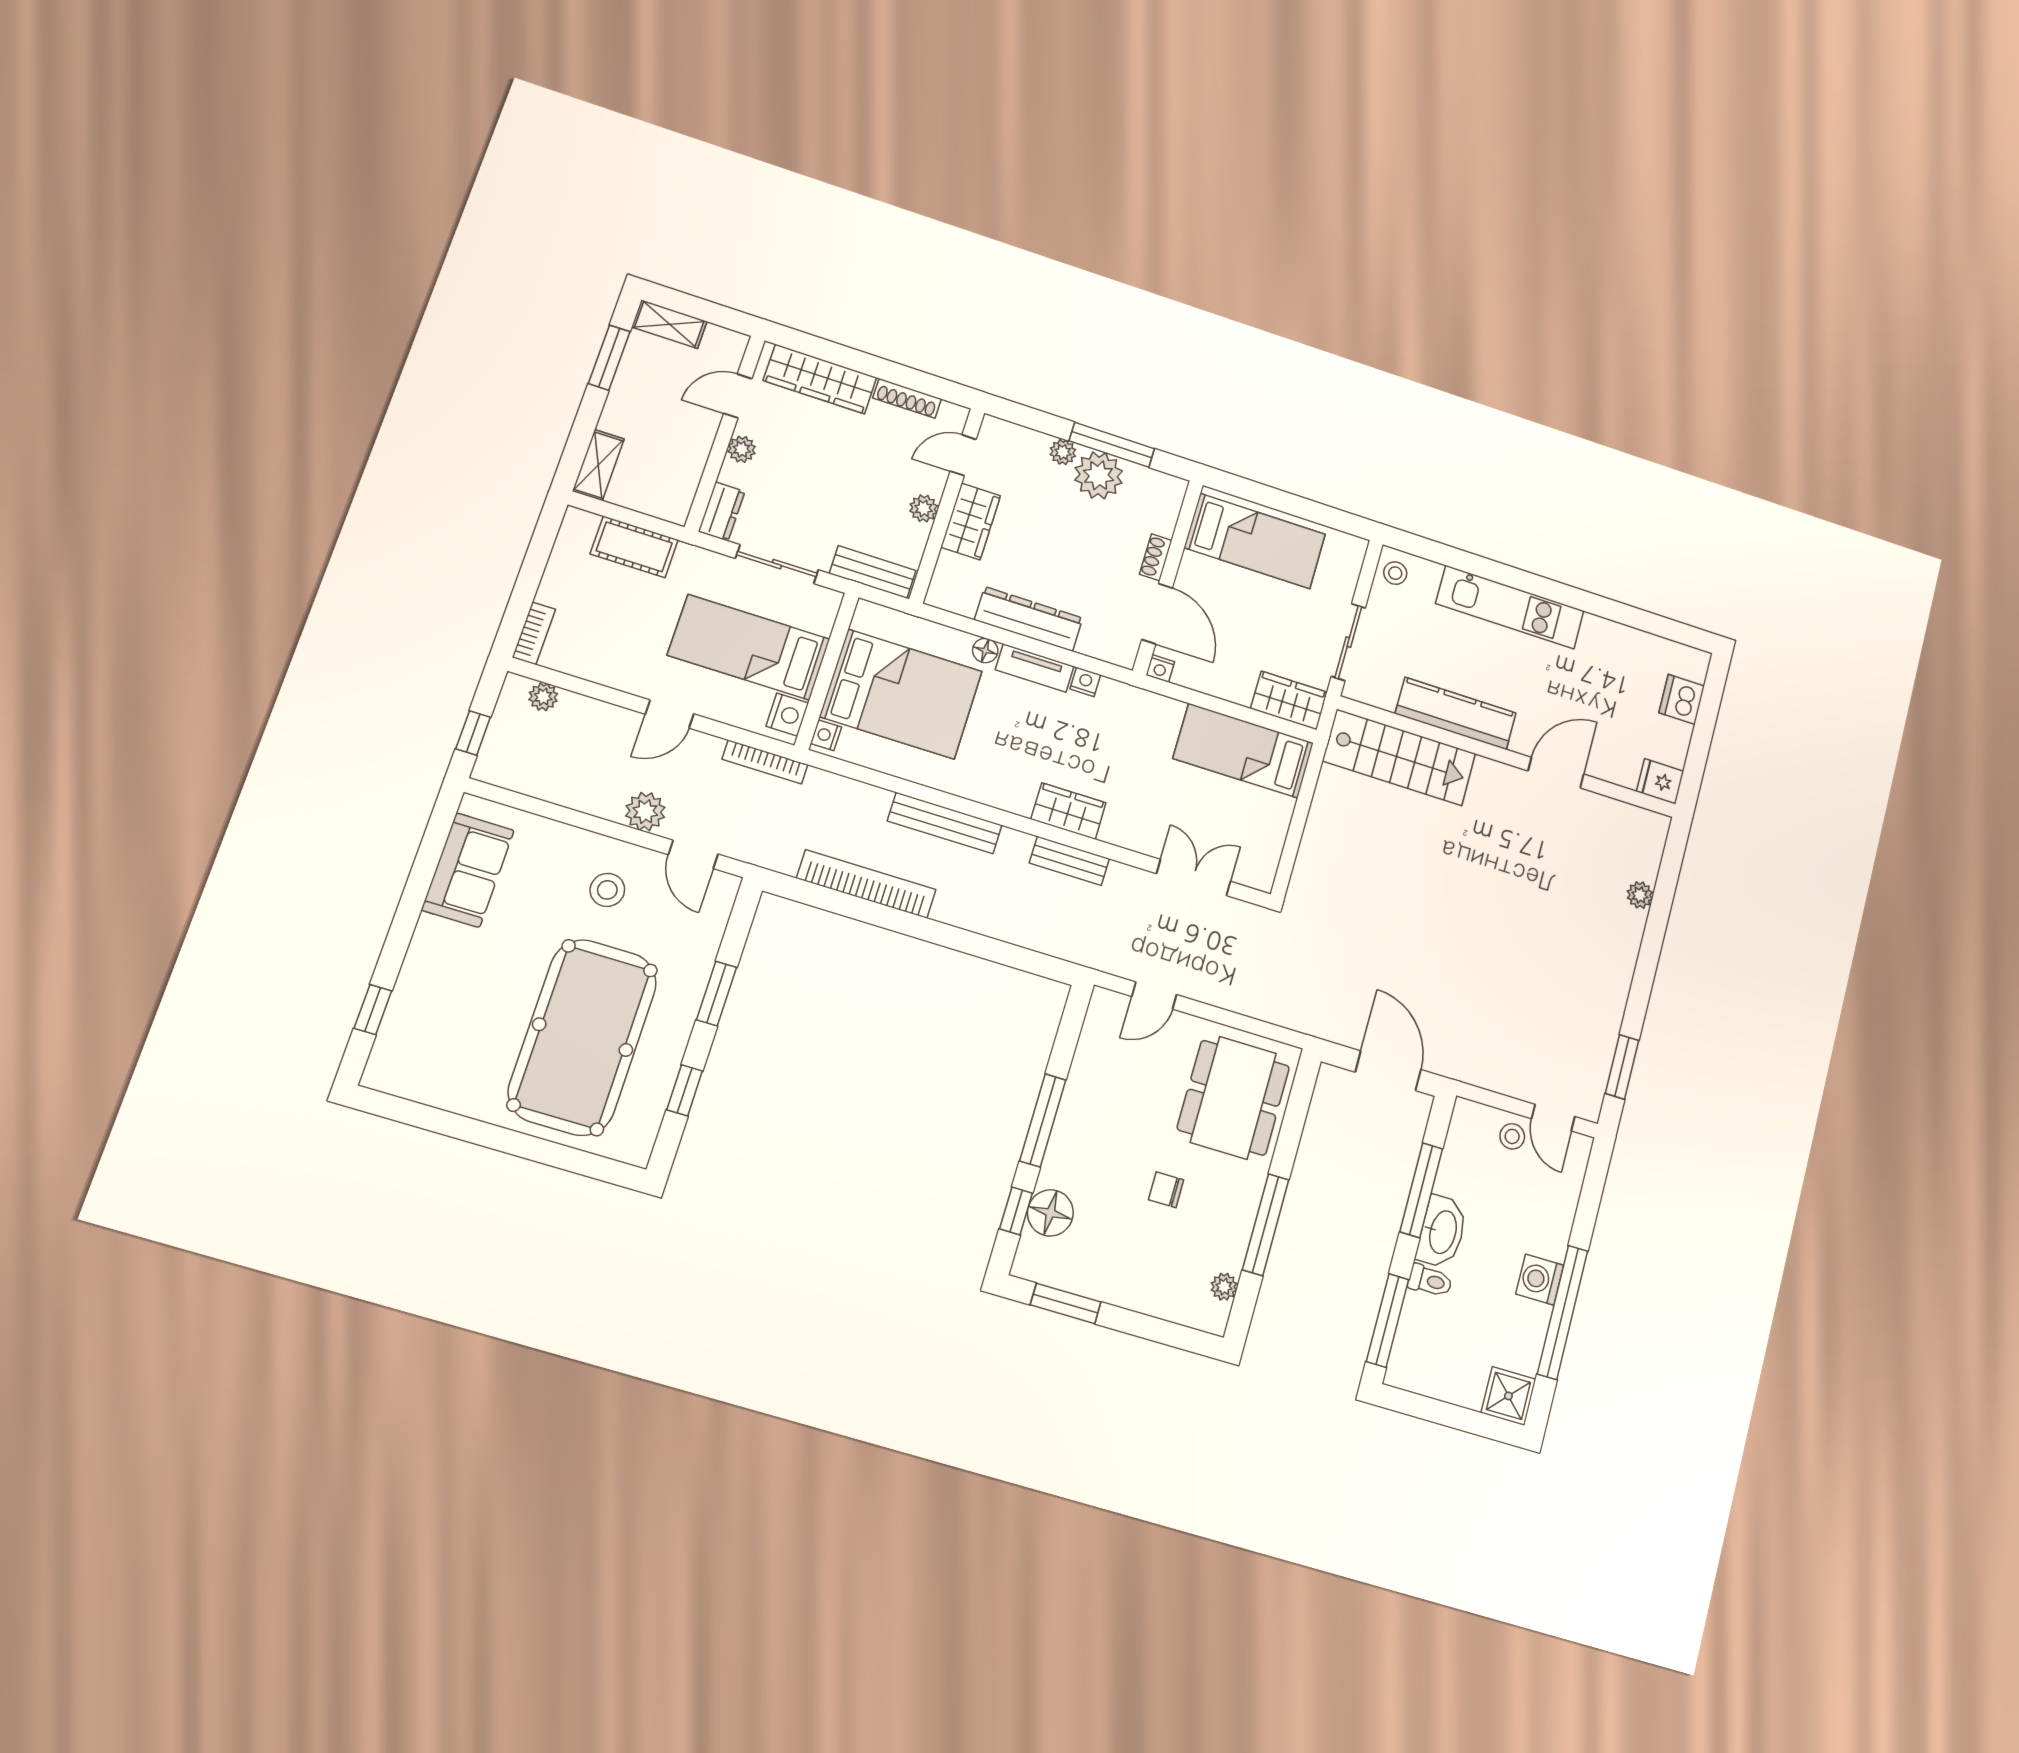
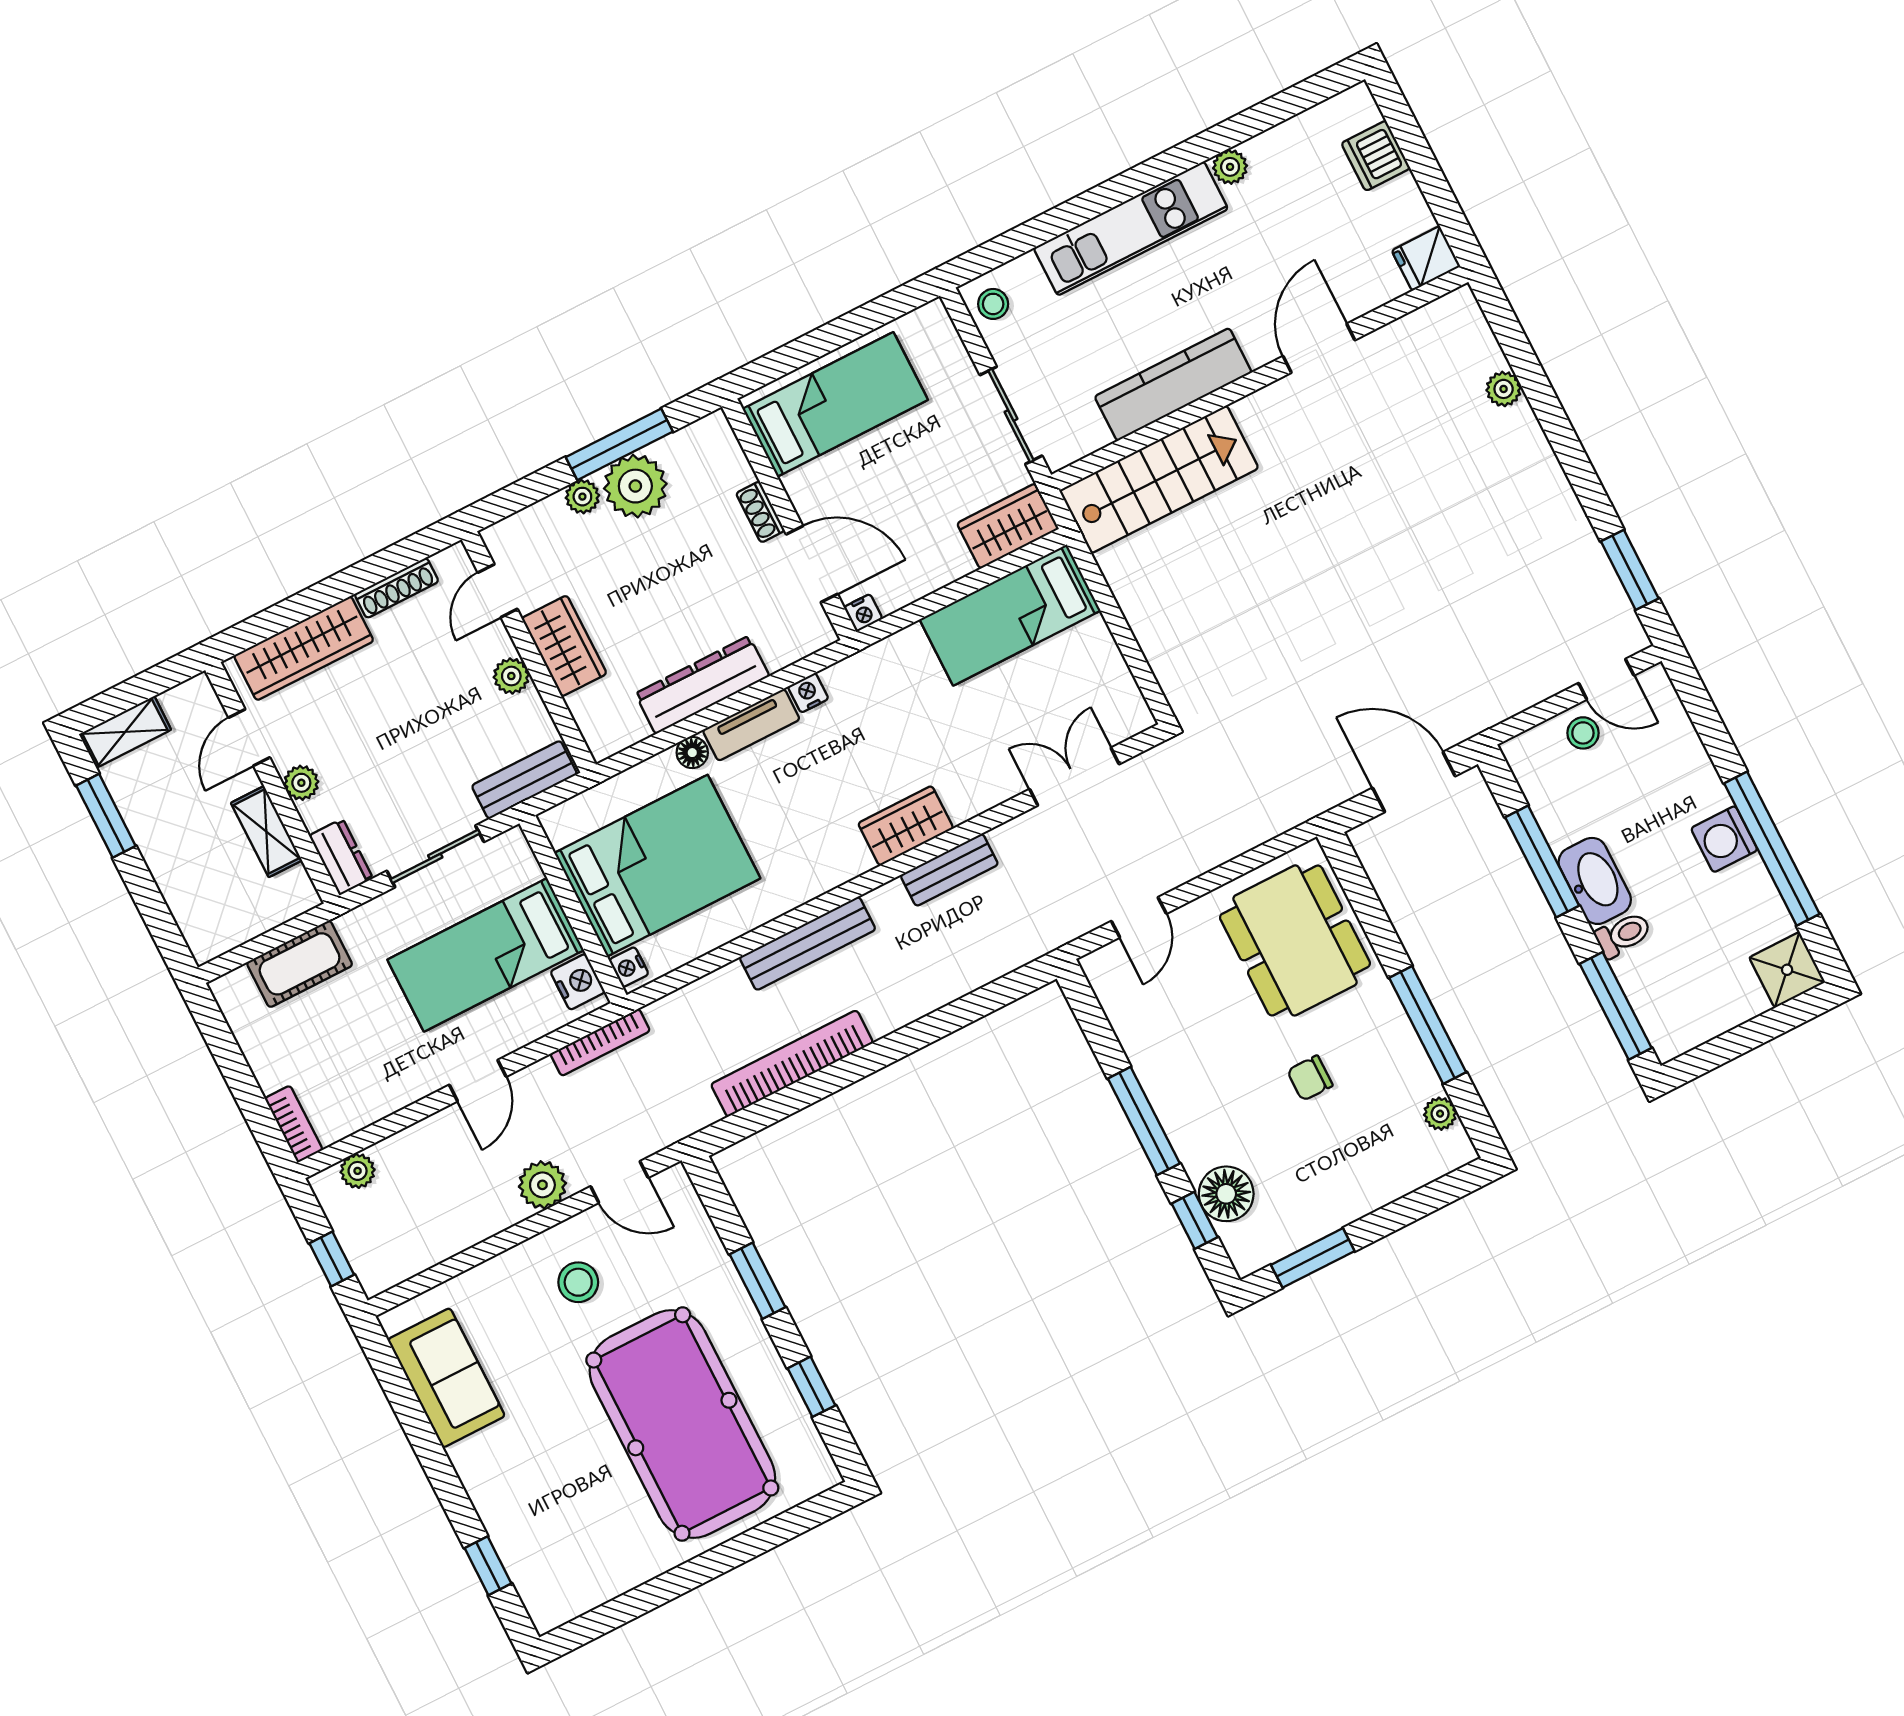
shelving: (598, 465) -> (266, 832), moved
plant: (1595, 628) -> (1230, 167), added

